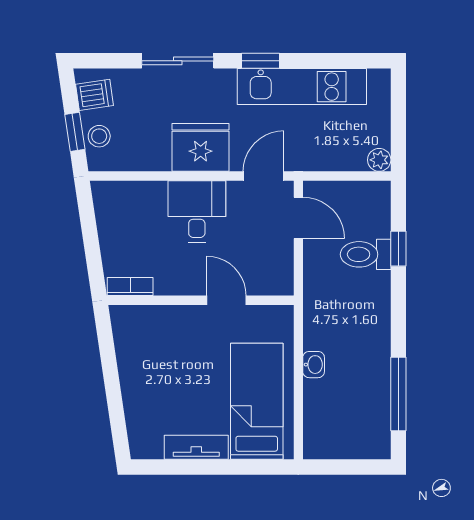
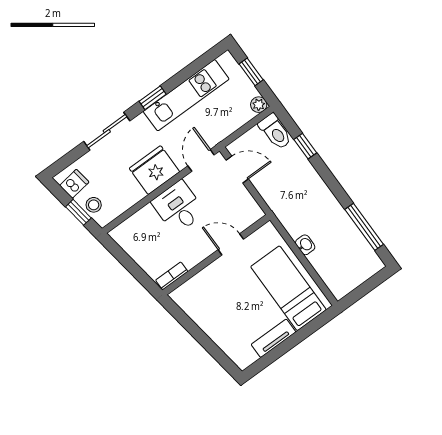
window: (398, 115) -> (251, 72), added
toilet: (366, 254) -> (275, 132), moved, turned -90

